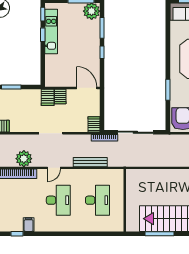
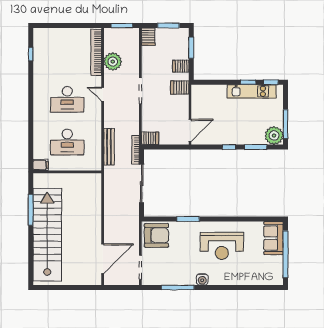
server rack: (60, 96) -> (181, 66), moved
bench: (90, 162) -> (109, 147), moved
filing cabinet: (29, 225) -> (41, 165), moved

